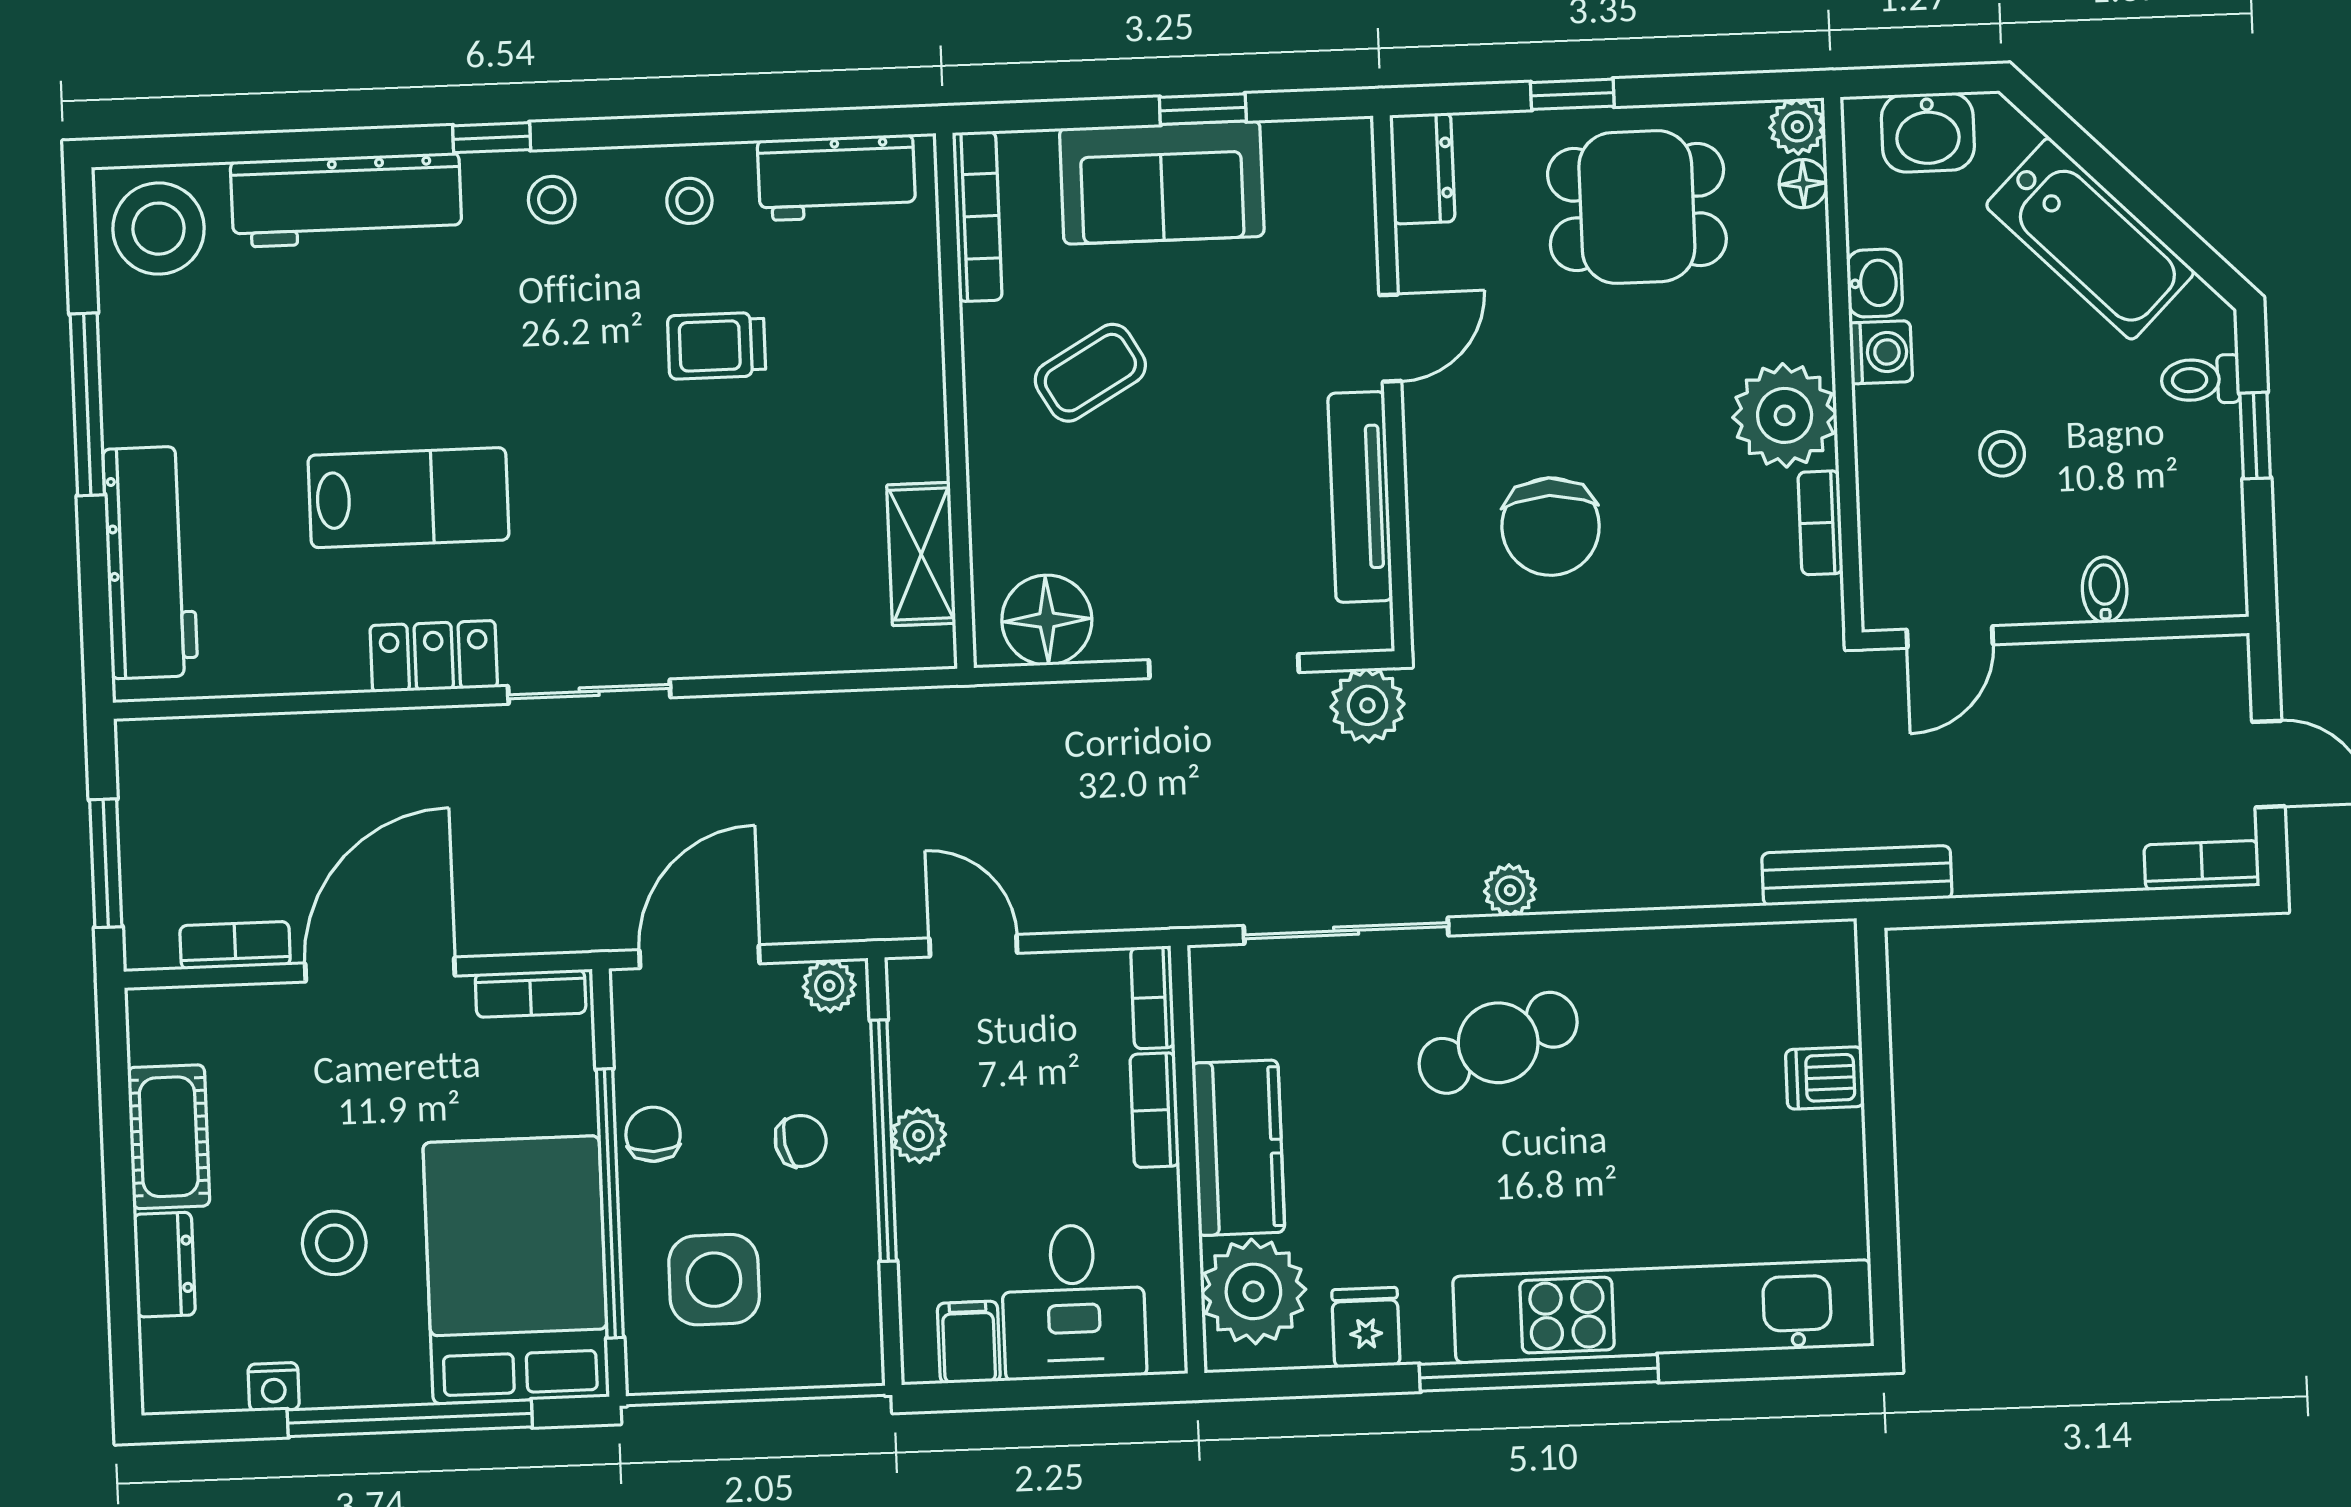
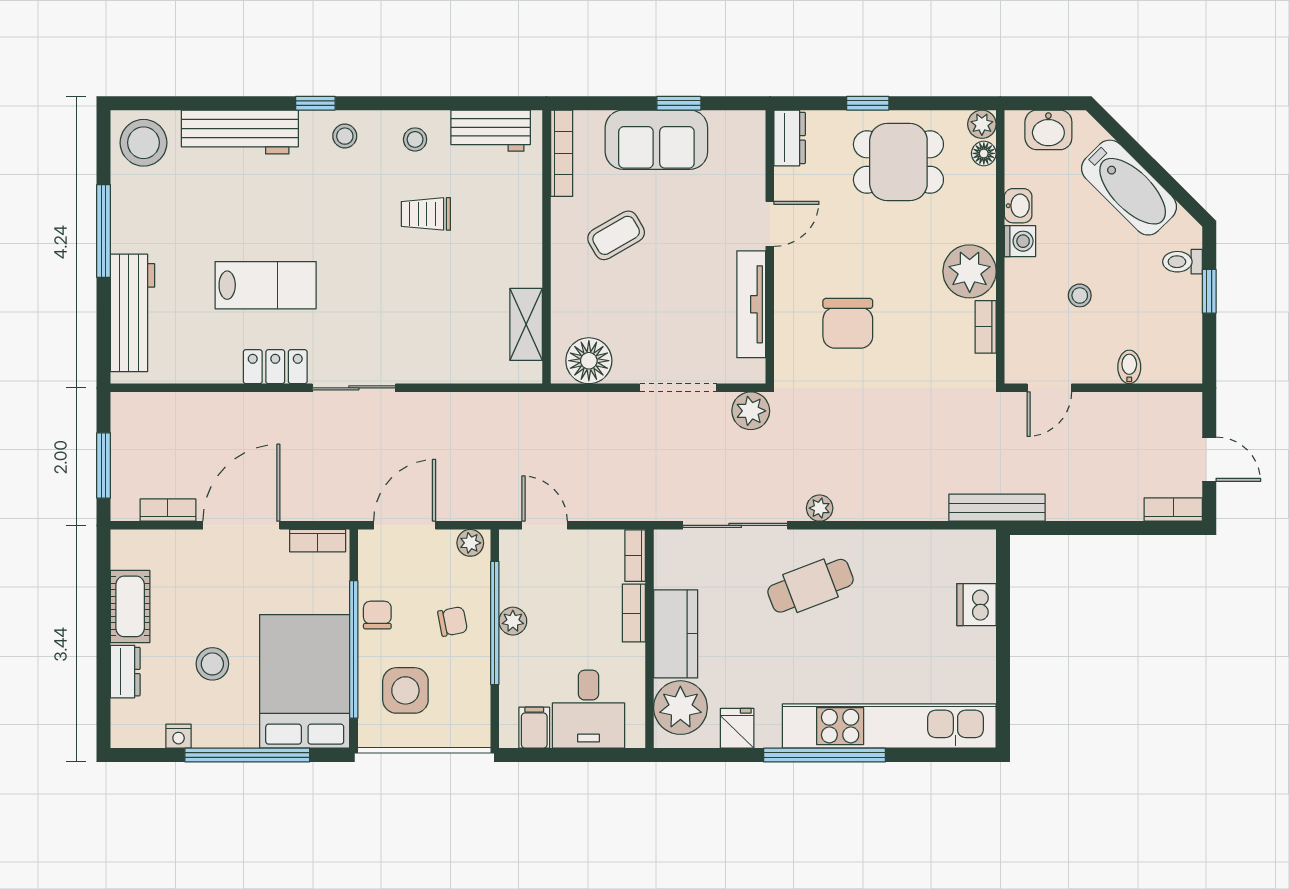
dishwasher: (1825, 1078) -> (976, 605), width x1.38

